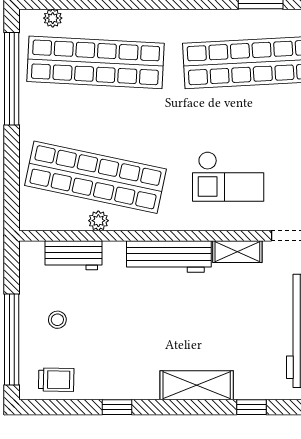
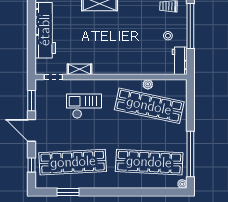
plant: (53, 18) -> (182, 184), moved
workbench: (74, 255) -> (180, 61), moved, turned -90
workbench: (169, 256) -> (113, 67), removed

